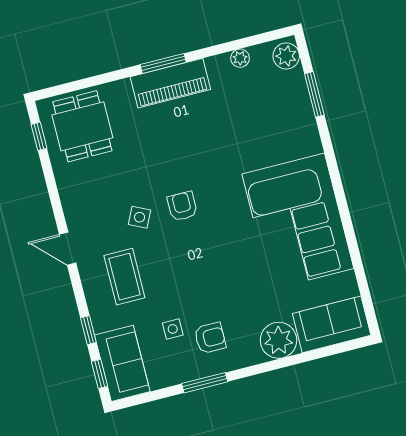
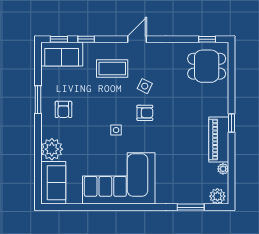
window: (163, 63) -> (231, 123), width x0.67
piano: (170, 83) -> (219, 140), moved
side table: (173, 329) -> (116, 130), moved

